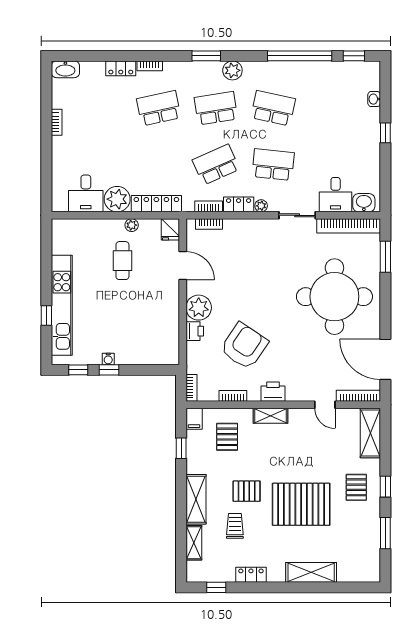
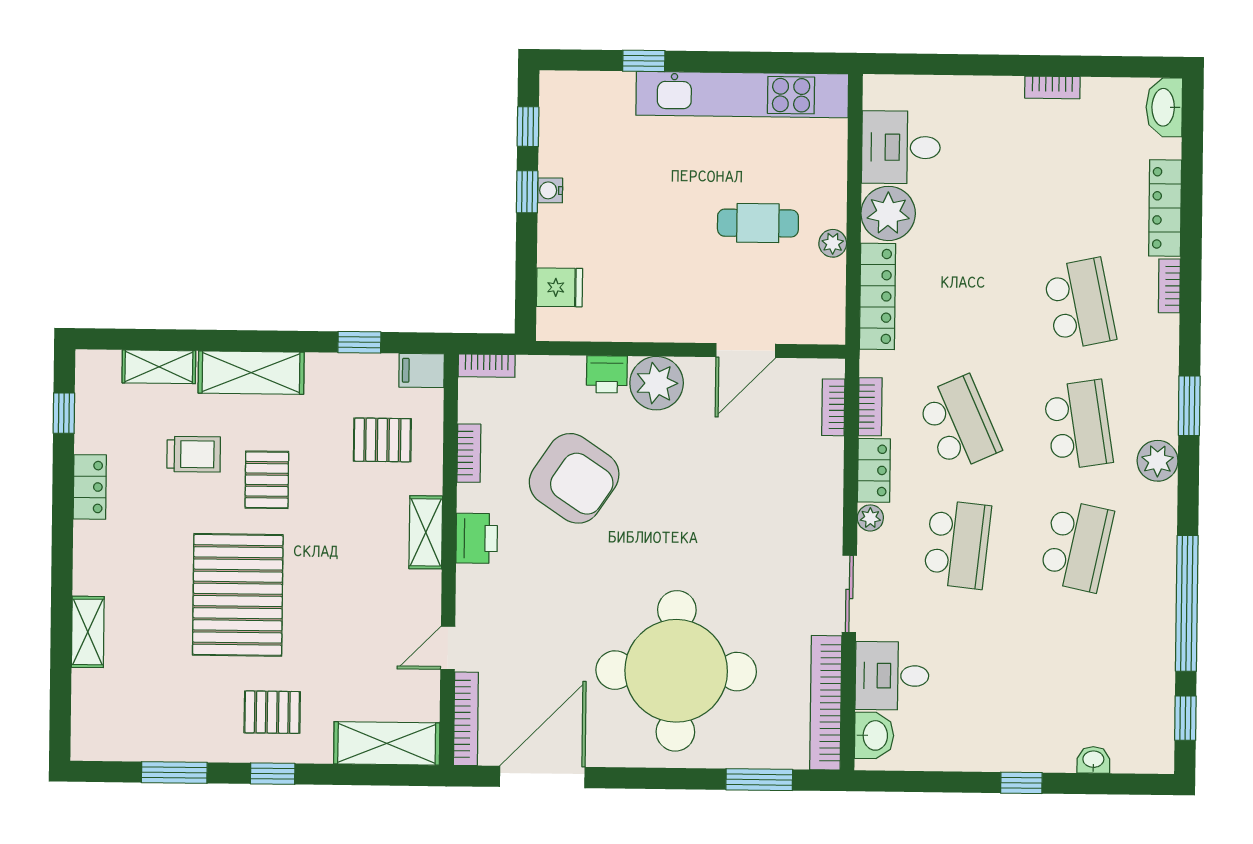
locker: (121, 68) -> (1165, 208), width x1.53
fridge: (170, 229) -> (559, 287), moved, turned 180
kitchen unit: (62, 305) -> (742, 95), moved
shelving: (311, 572) -> (88, 632), width x0.67, depth x0.75

